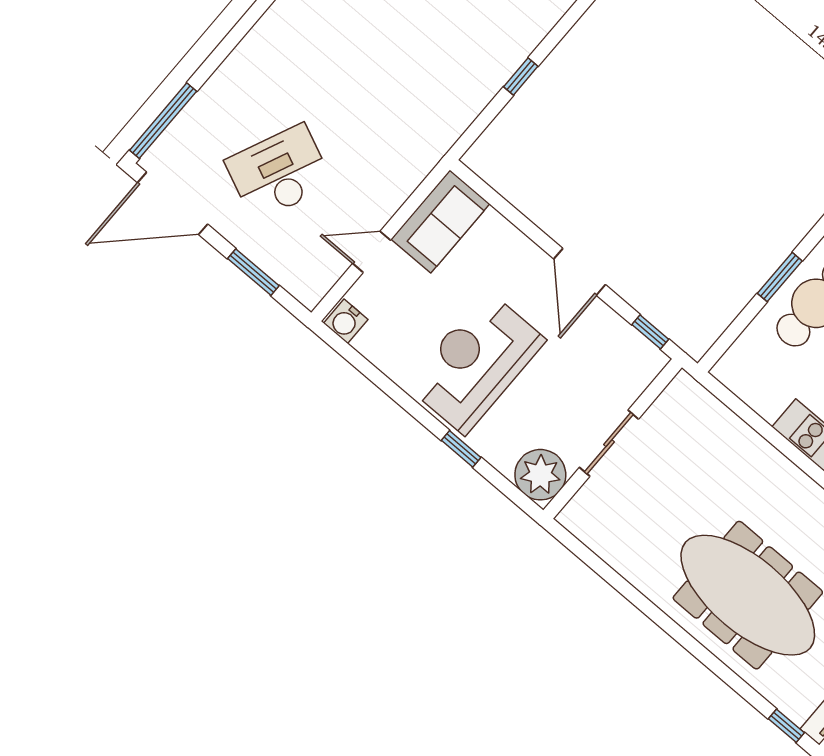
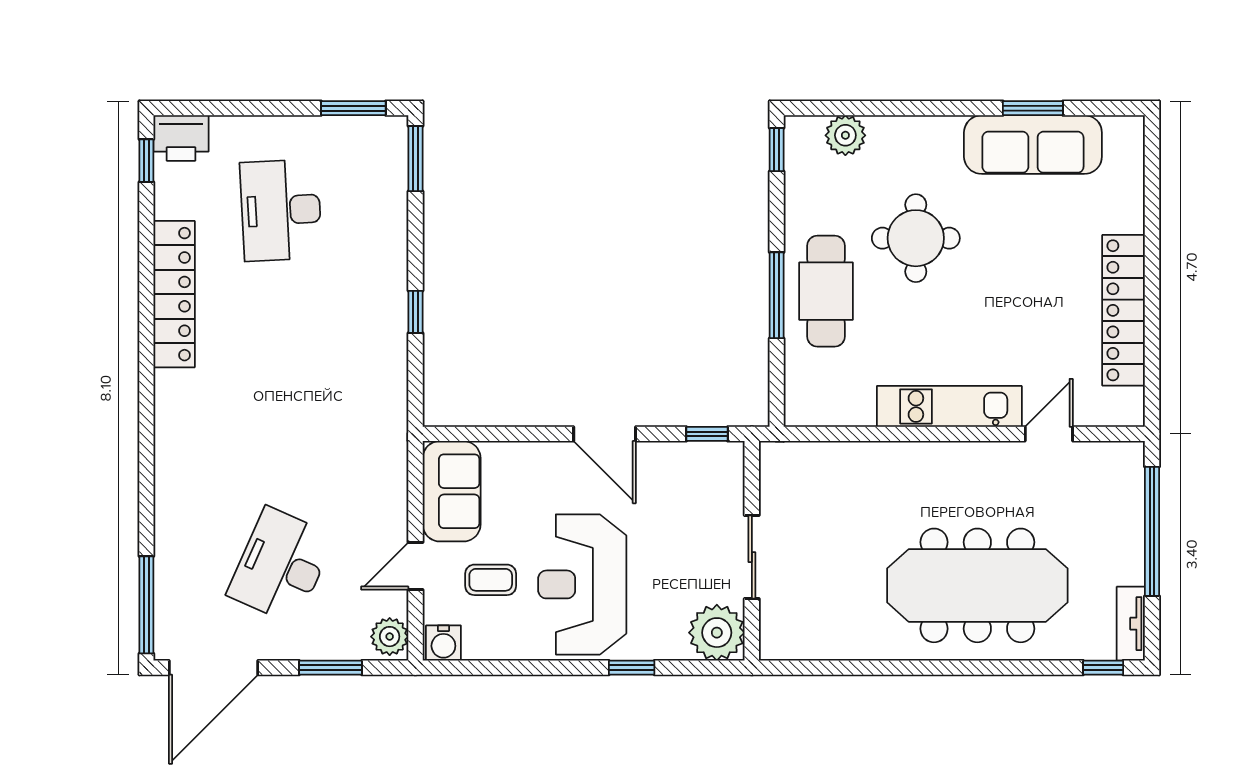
window: (780, 277) -> (777, 295), width x1.44
plant: (312, 285) -> (390, 637), added
coffee table: (415, 306) -> (491, 580), added

